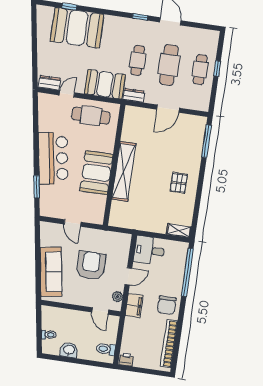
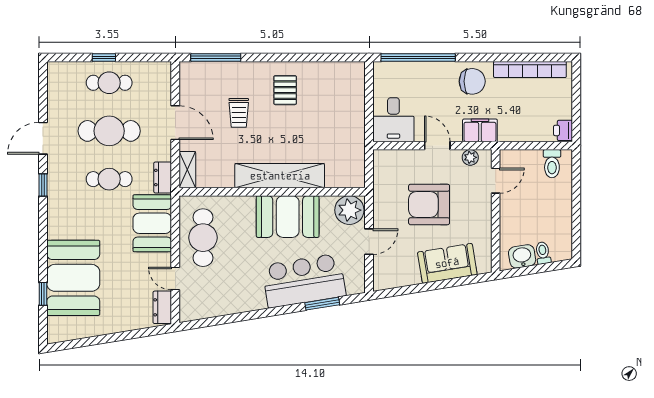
trolley: (168, 151) -> (239, 113), added
bar counter: (53, 158) -> (304, 281), moved
pallet: (179, 183) -> (285, 90), turned 90
plant: (95, 213) -> (349, 210), added
shelving: (179, 231) -> (187, 170), moved
sofa: (51, 272) -> (447, 263), width x0.73
washbasin: (69, 350) -> (522, 256), moved, turned 81

